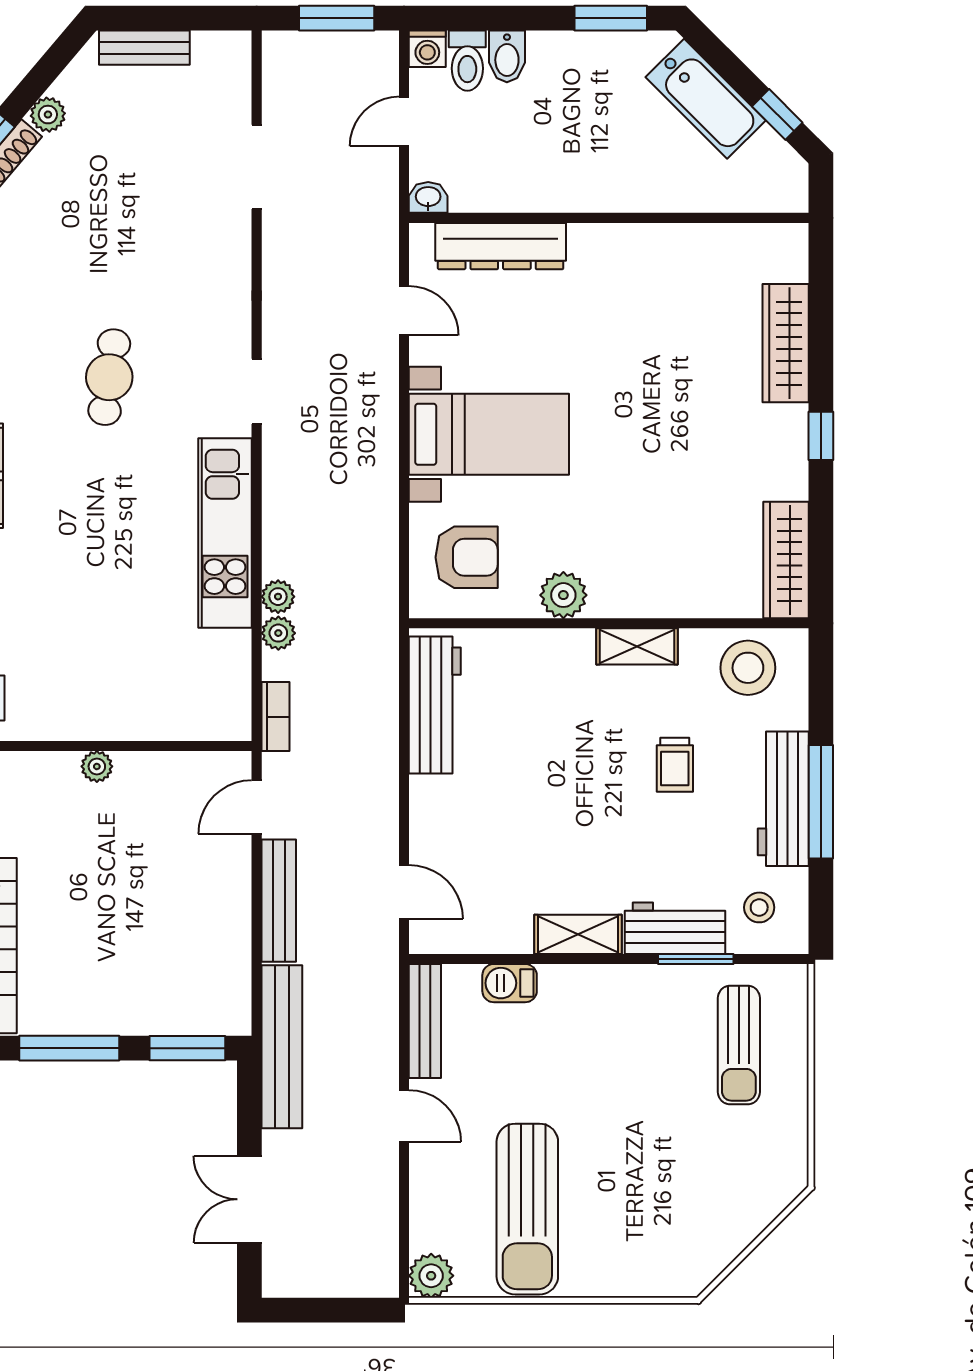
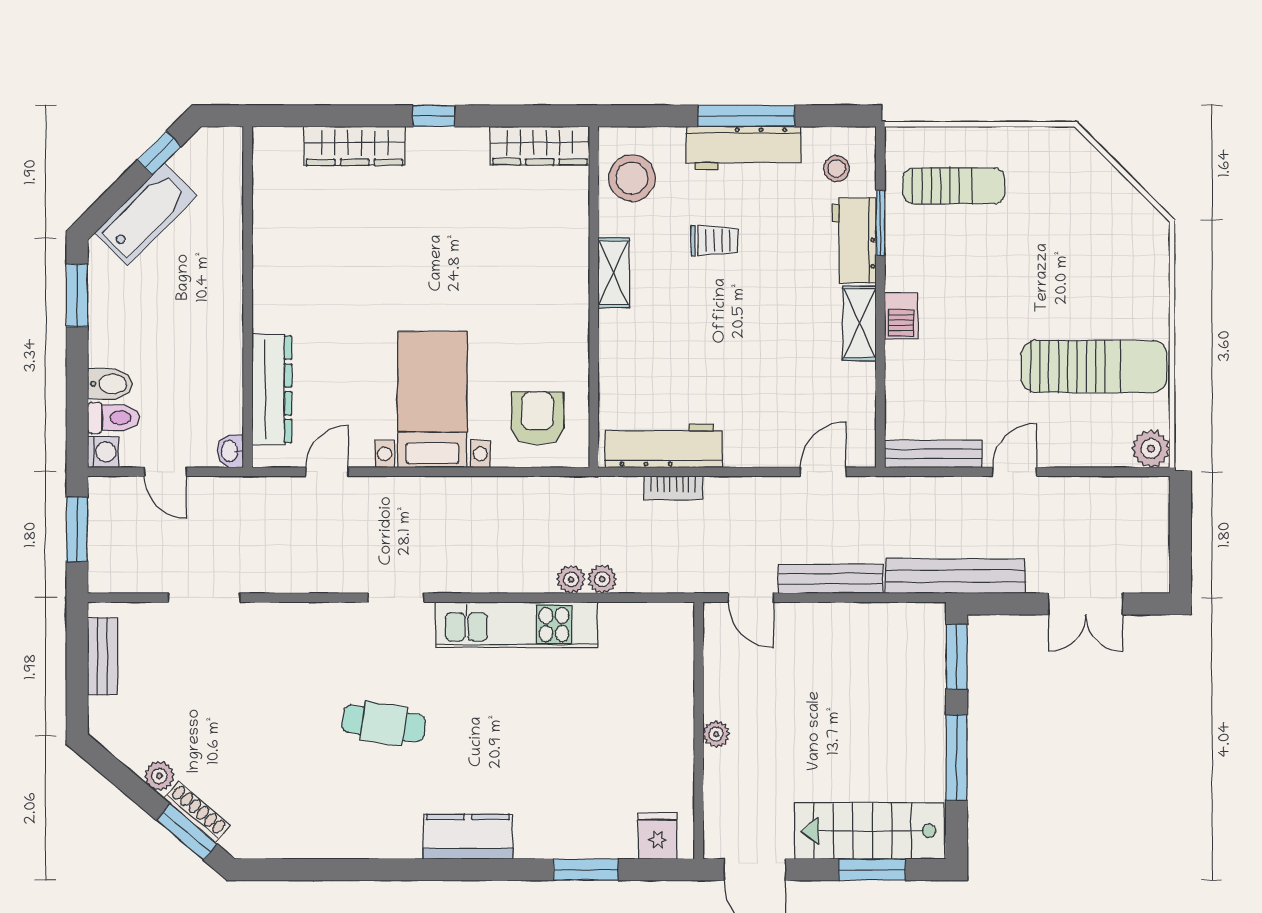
bench: (144, 48) -> (102, 656), moved
plant: (563, 595) -> (570, 336), removed
bookcase: (275, 717) -> (673, 488), moved, turned 180
barbecue: (510, 983) -> (901, 316), moved

